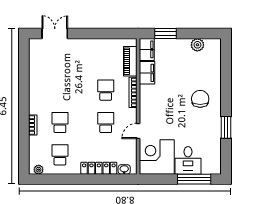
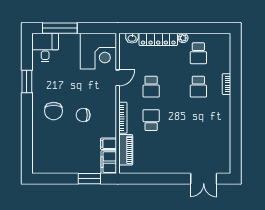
plant: (197, 45) -> (56, 167), removed
filing cabinet: (147, 73) -> (108, 144), width x0.50
school desk: (106, 90) -> (151, 120), turned 180
chair: (171, 95) -> (83, 115), added
desk: (188, 160) -> (45, 47), moved
plant: (39, 170) -> (183, 38), moved

